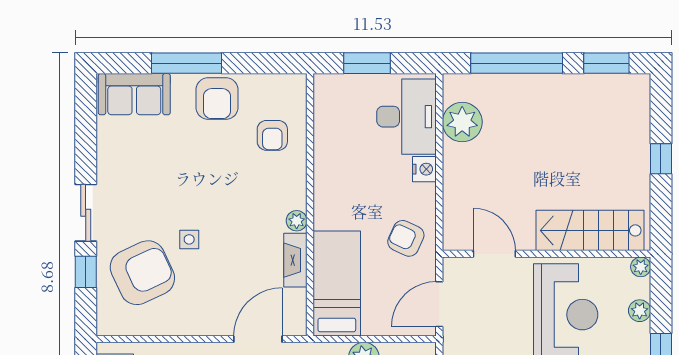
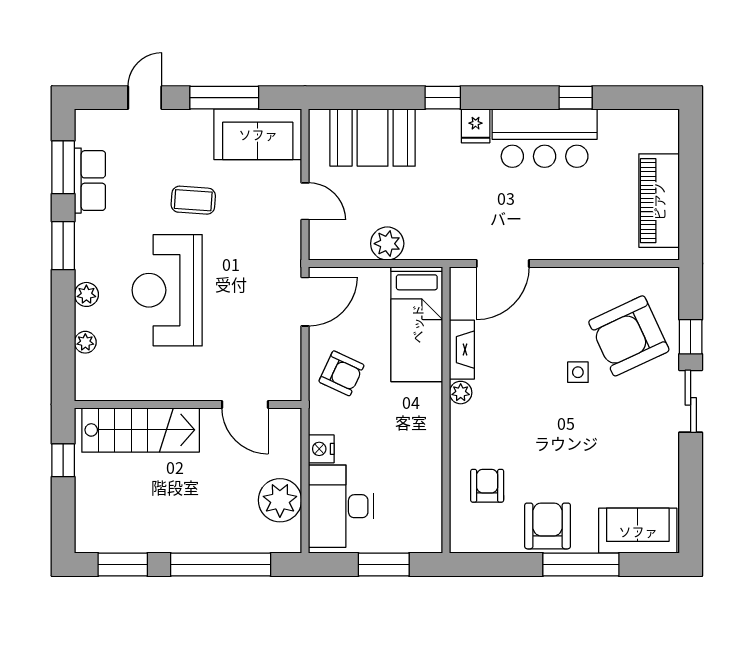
stairs: (590, 230) -> (141, 430), moved
door: (494, 254) -> (245, 404), moved
wall: (546, 254) -> (188, 404), moved

